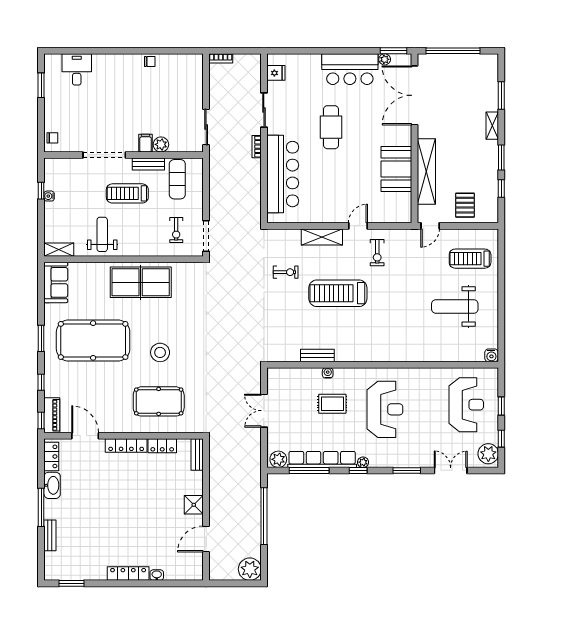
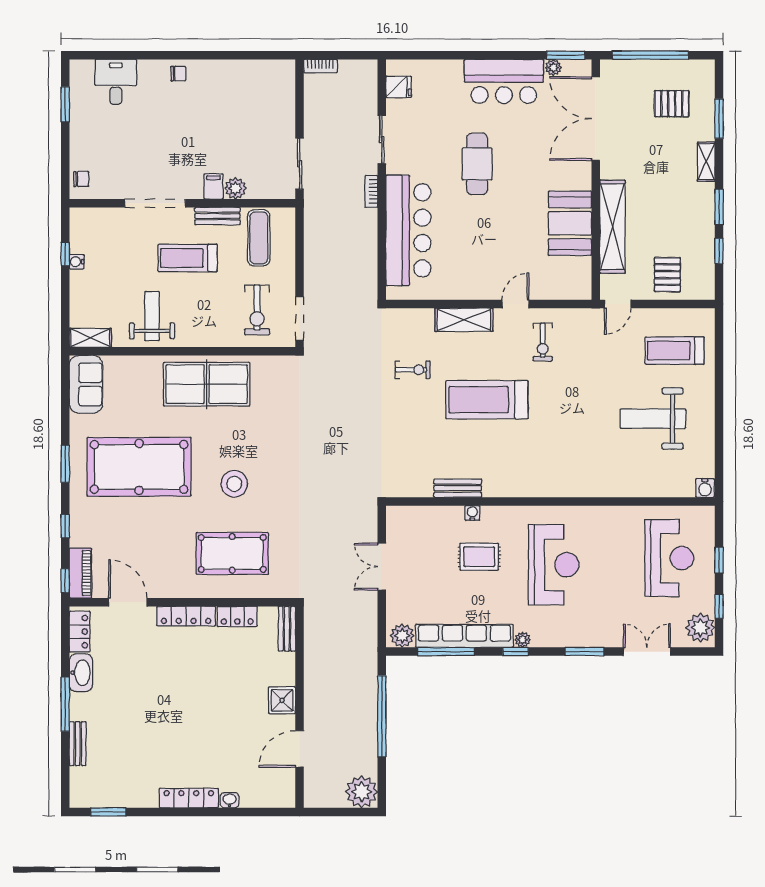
chair: (150, 61) -> (178, 74), moved
pallet: (468, 85) -> (672, 104), added
exercise bike: (176, 230) -> (257, 310), width x1.38, depth x1.39

